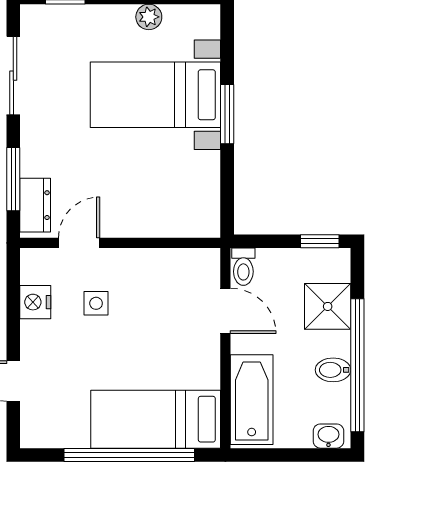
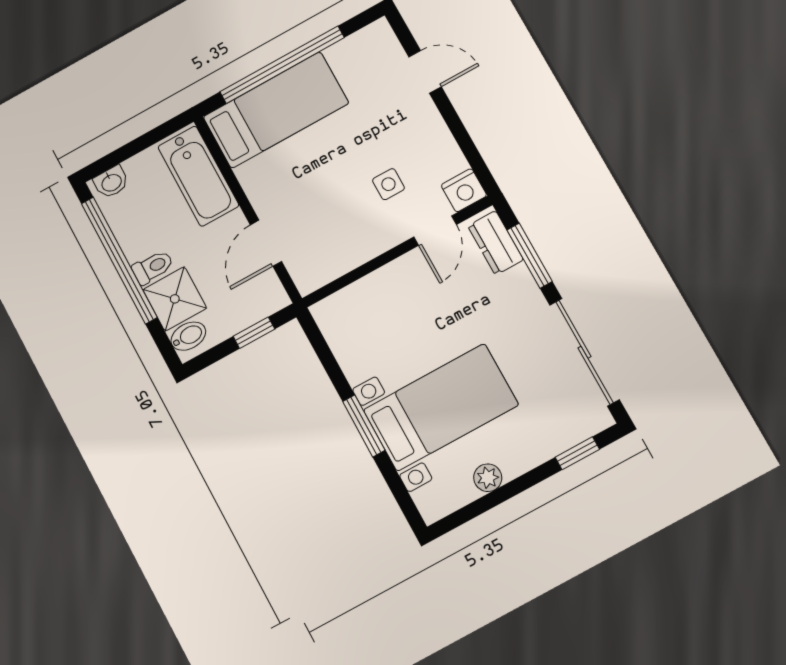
sliding door: (13, 76) -> (584, 352), width x1.37
window: (320, 241) -> (254, 333), moved
toilet: (243, 267) -> (153, 267), moved, turned 90
nightstand: (35, 302) -> (464, 190), moved, turned 90
door: (225, 311) -> (266, 243), hinge flipped
bidet: (333, 370) -> (188, 336), moved

